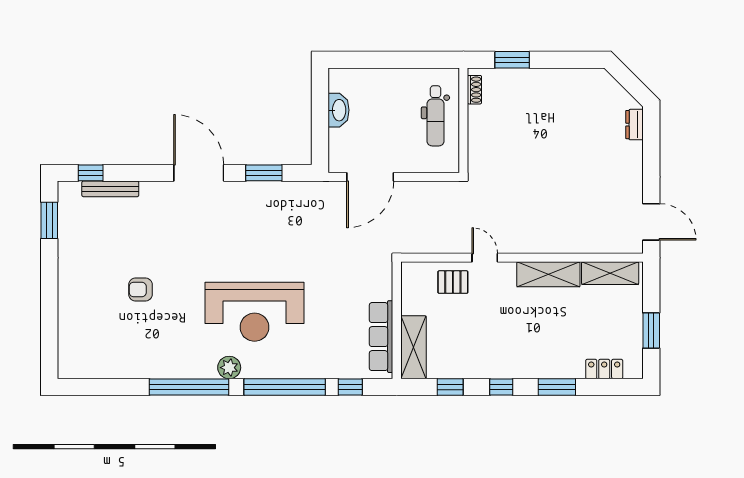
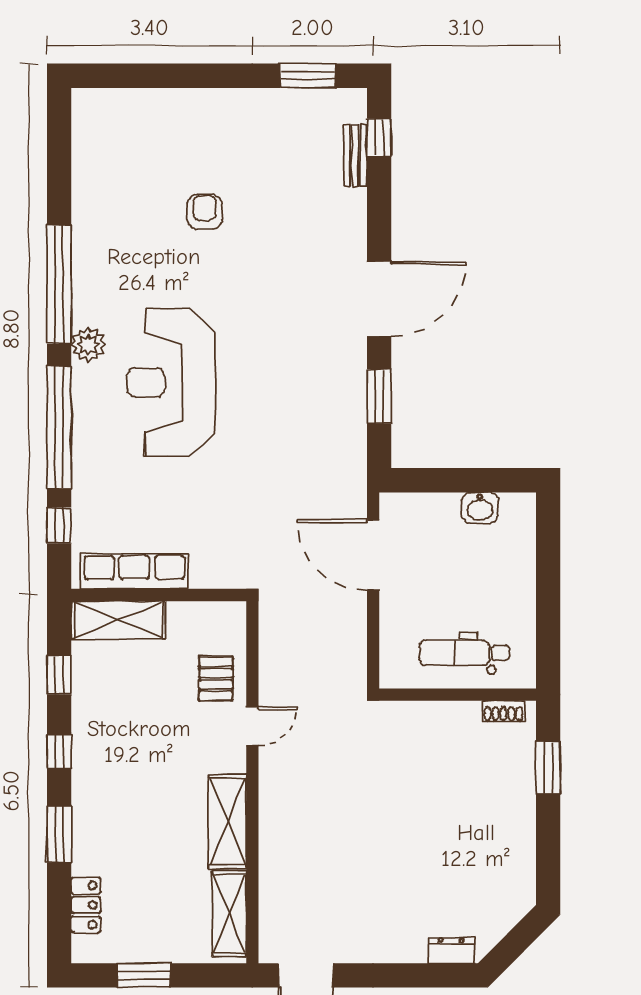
washbasin: (339, 110) -> (480, 508), width x0.72
bench: (110, 189) -> (355, 156), width x0.73

